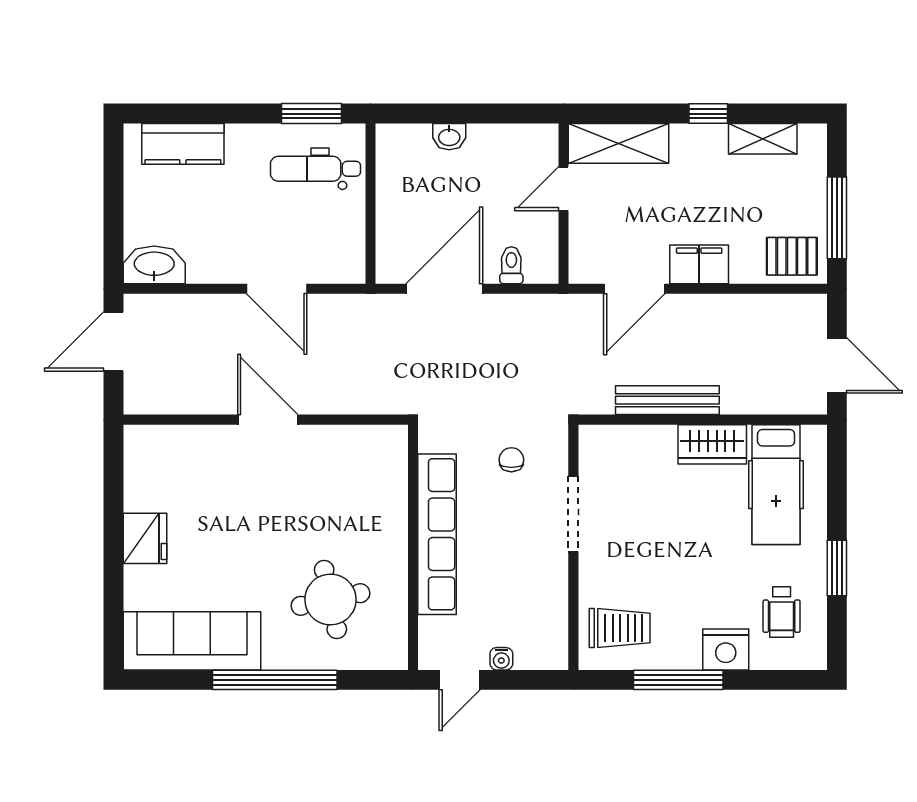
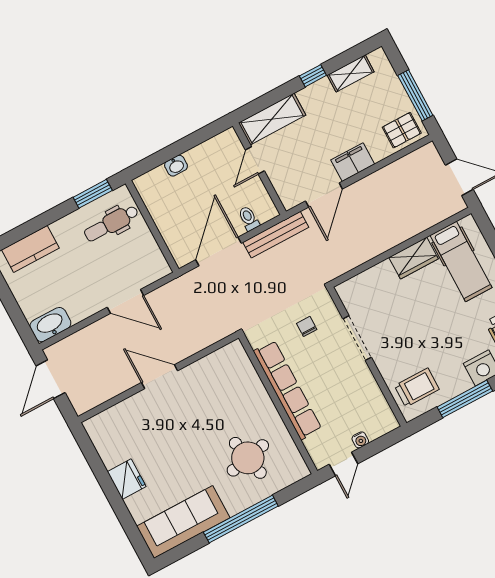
bench: (667, 400) -> (276, 235), moved

